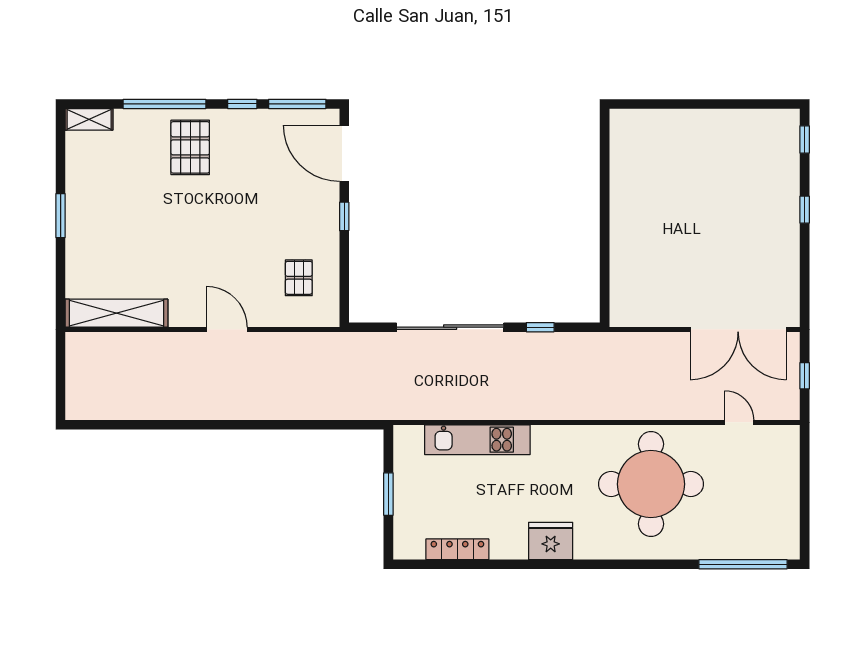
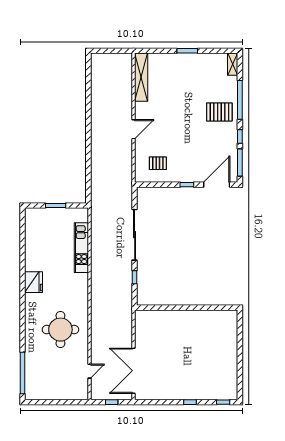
round table: (651, 484) -> (60, 330), width x0.73, depth x0.73
locker: (457, 549) -> (30, 238), removed

